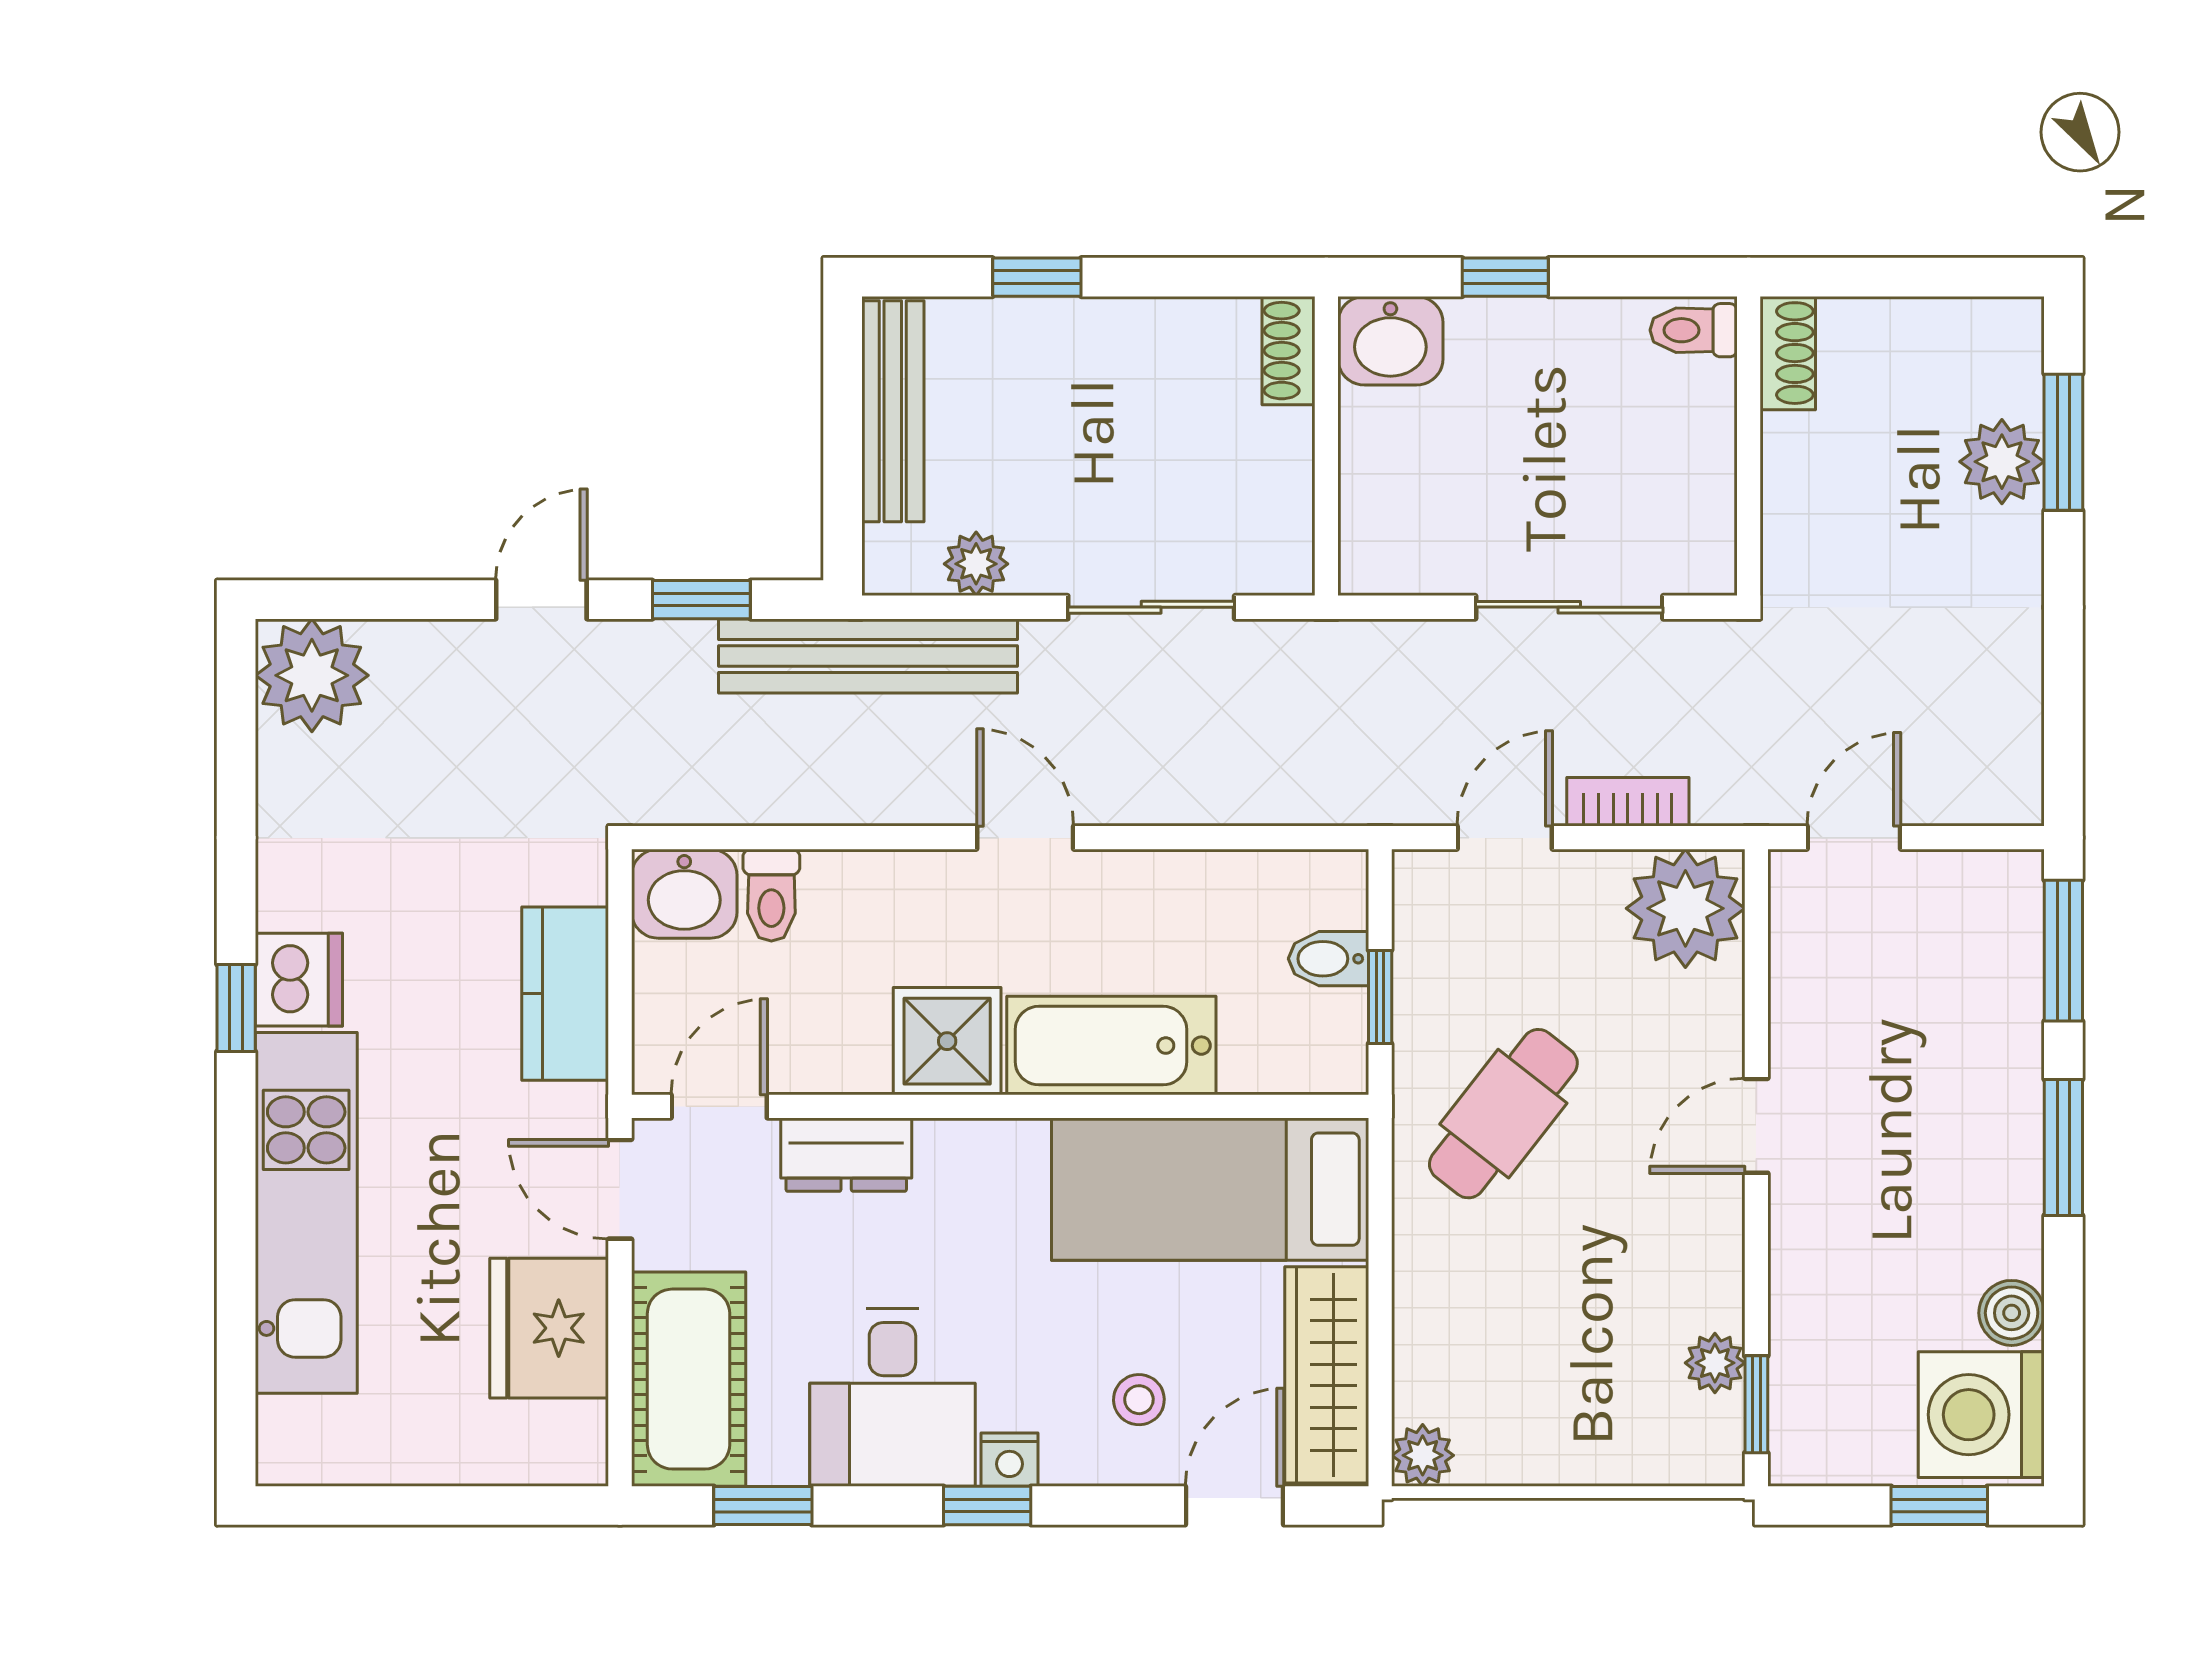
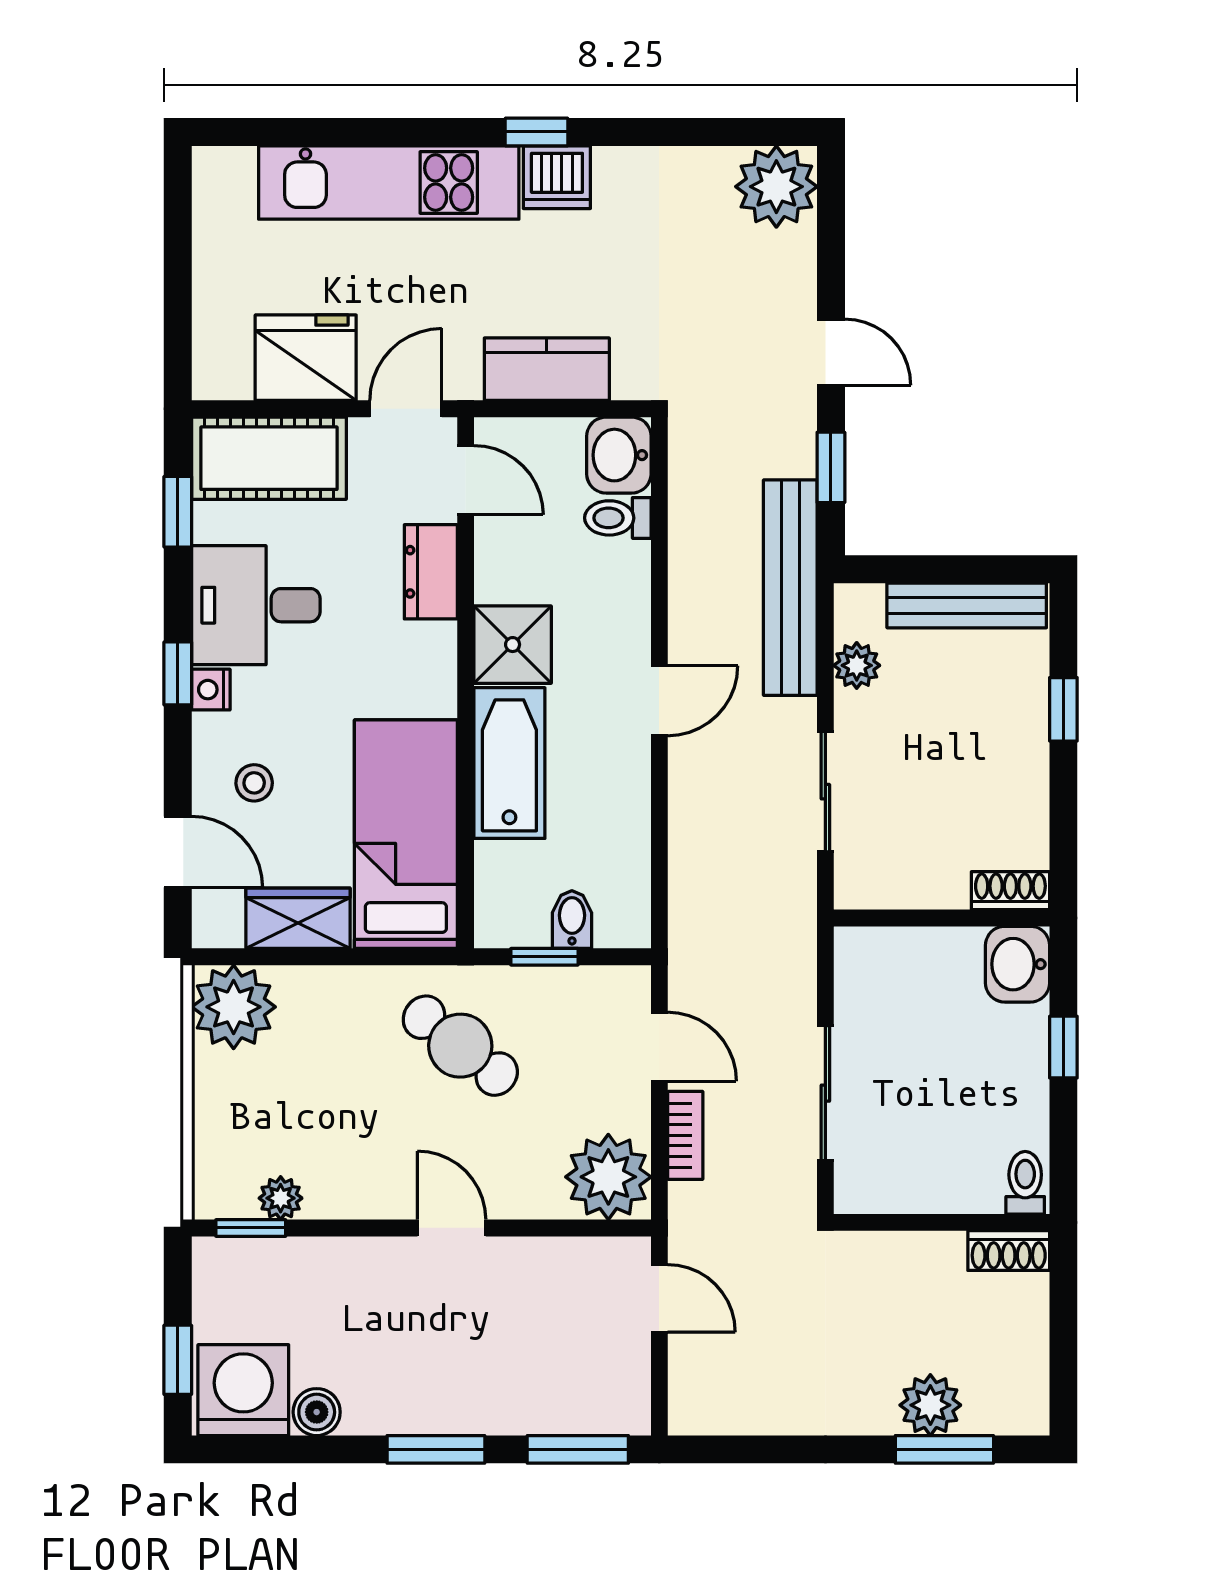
wardrobe: (1327, 1375) -> (298, 918), width x0.67
plant: (1423, 1455) -> (234, 1007), width x1.87, depth x1.87

